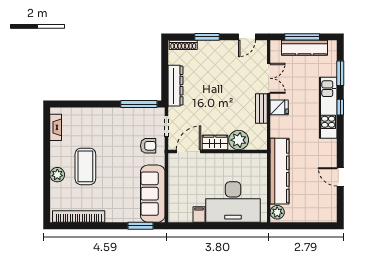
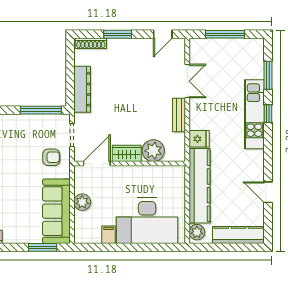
kitchen counter: (305, 48) -> (238, 235), moved, turned 180
fridge: (279, 107) -> (199, 139), moved
plant: (176, 186) -> (82, 202), added

